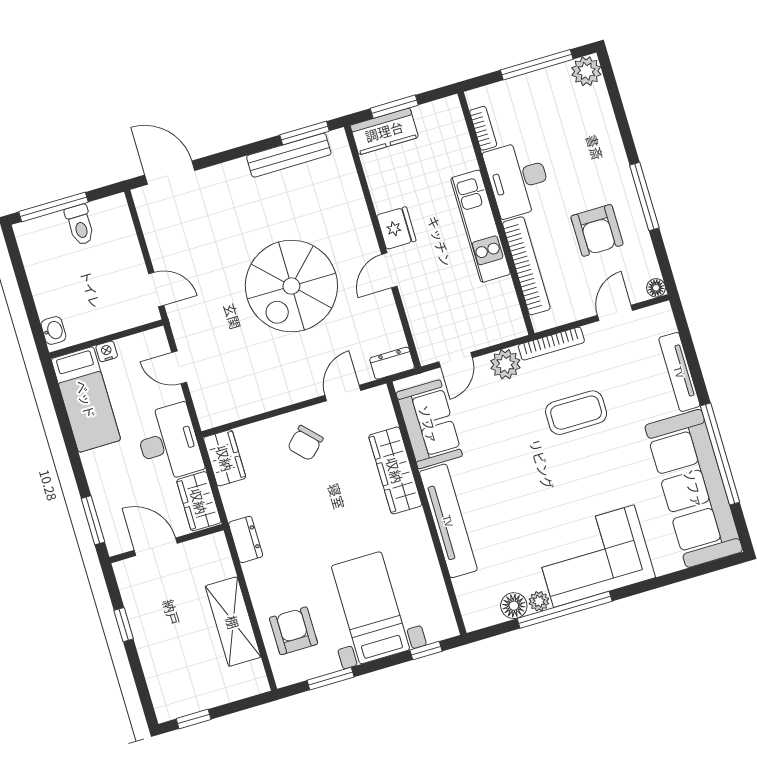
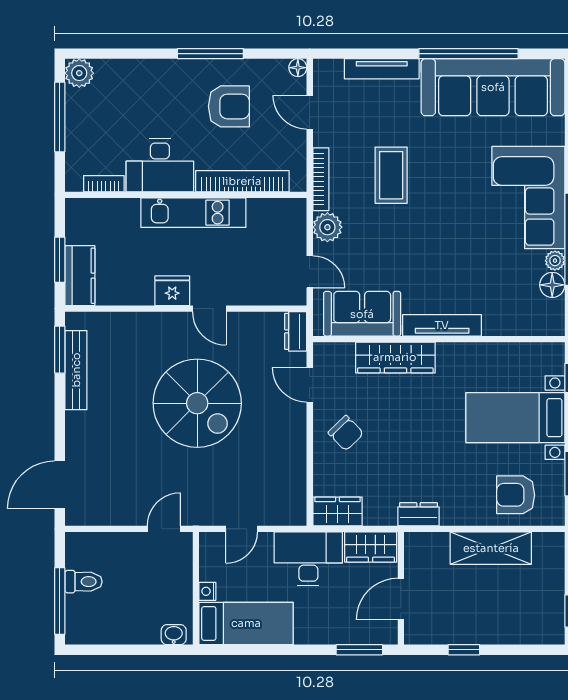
tv unit: (448, 521) -> (442, 325), width x0.73, depth x0.78

